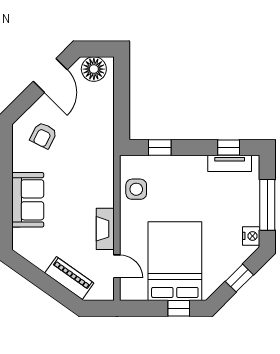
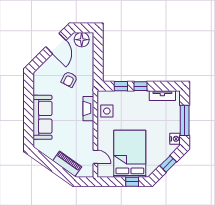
armchair: (43, 135) -> (69, 79), moved
window: (229, 147) -> (140, 86), moved
sofa: (28, 200) -> (42, 117), width x1.36
fireplace: (105, 229) -> (88, 109), moved

